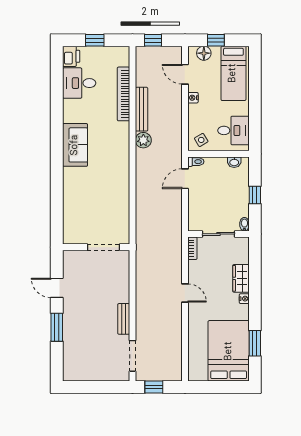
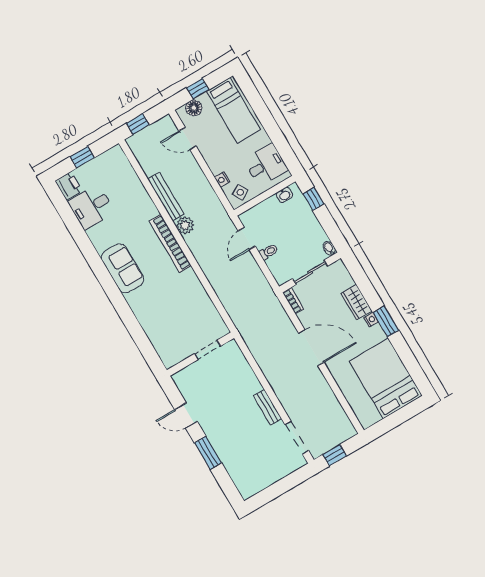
bookcase: (123, 94) -> (170, 243), moved
nightstand: (193, 98) -> (222, 179), moved
toilet: (196, 162) -> (269, 252), moved
window: (255, 195) -> (313, 199), moved
doorway: (104, 247) -> (208, 350), width x0.73
door: (185, 293) -> (311, 348), width x1.88
window: (255, 343) -> (386, 321), moved

